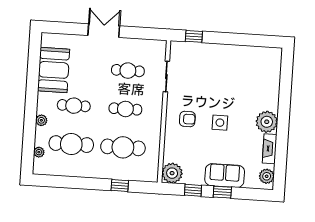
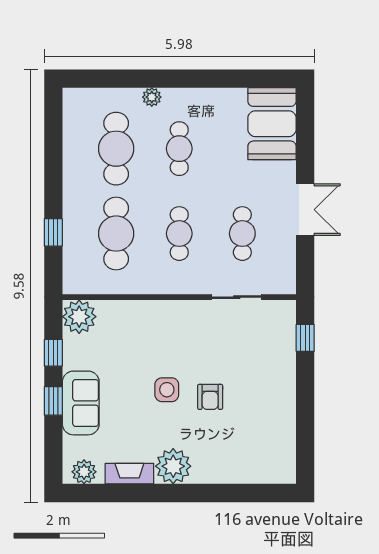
double door: (104, 31) -> (305, 210), moved
booth: (54, 70) -> (272, 124), moved, turned 90
armchair: (187, 119) -> (210, 397), moved
plant: (39, 152) -> (99, 96), removed

